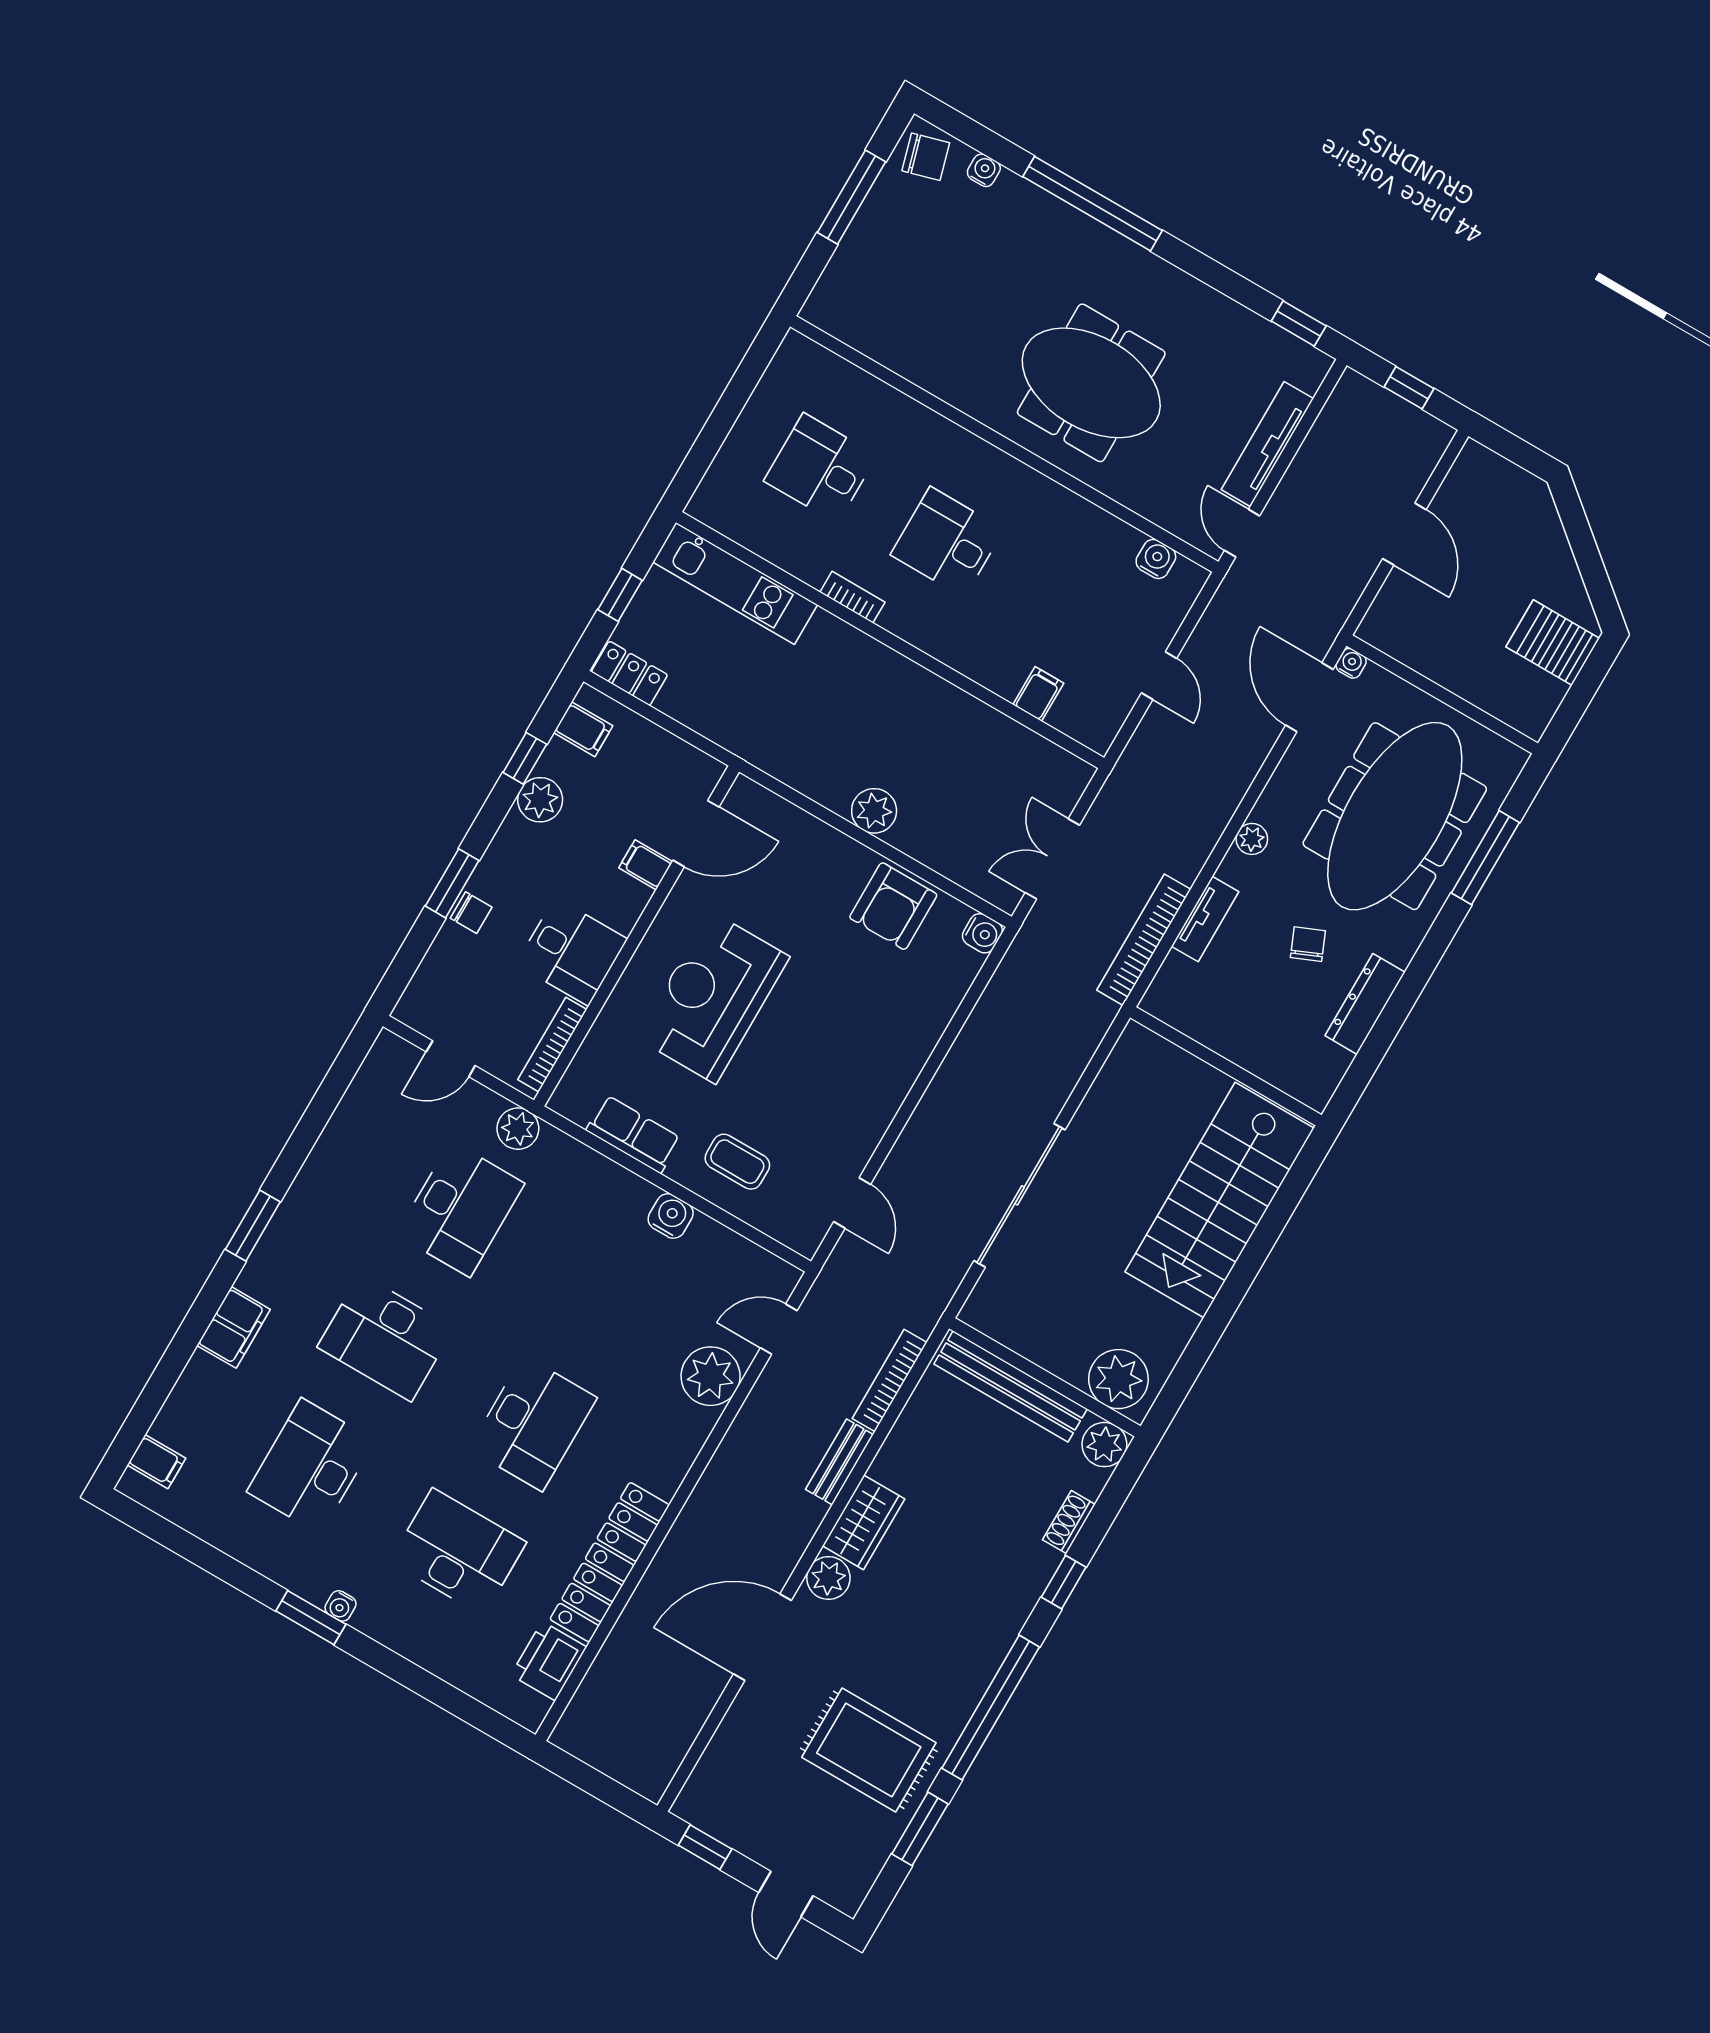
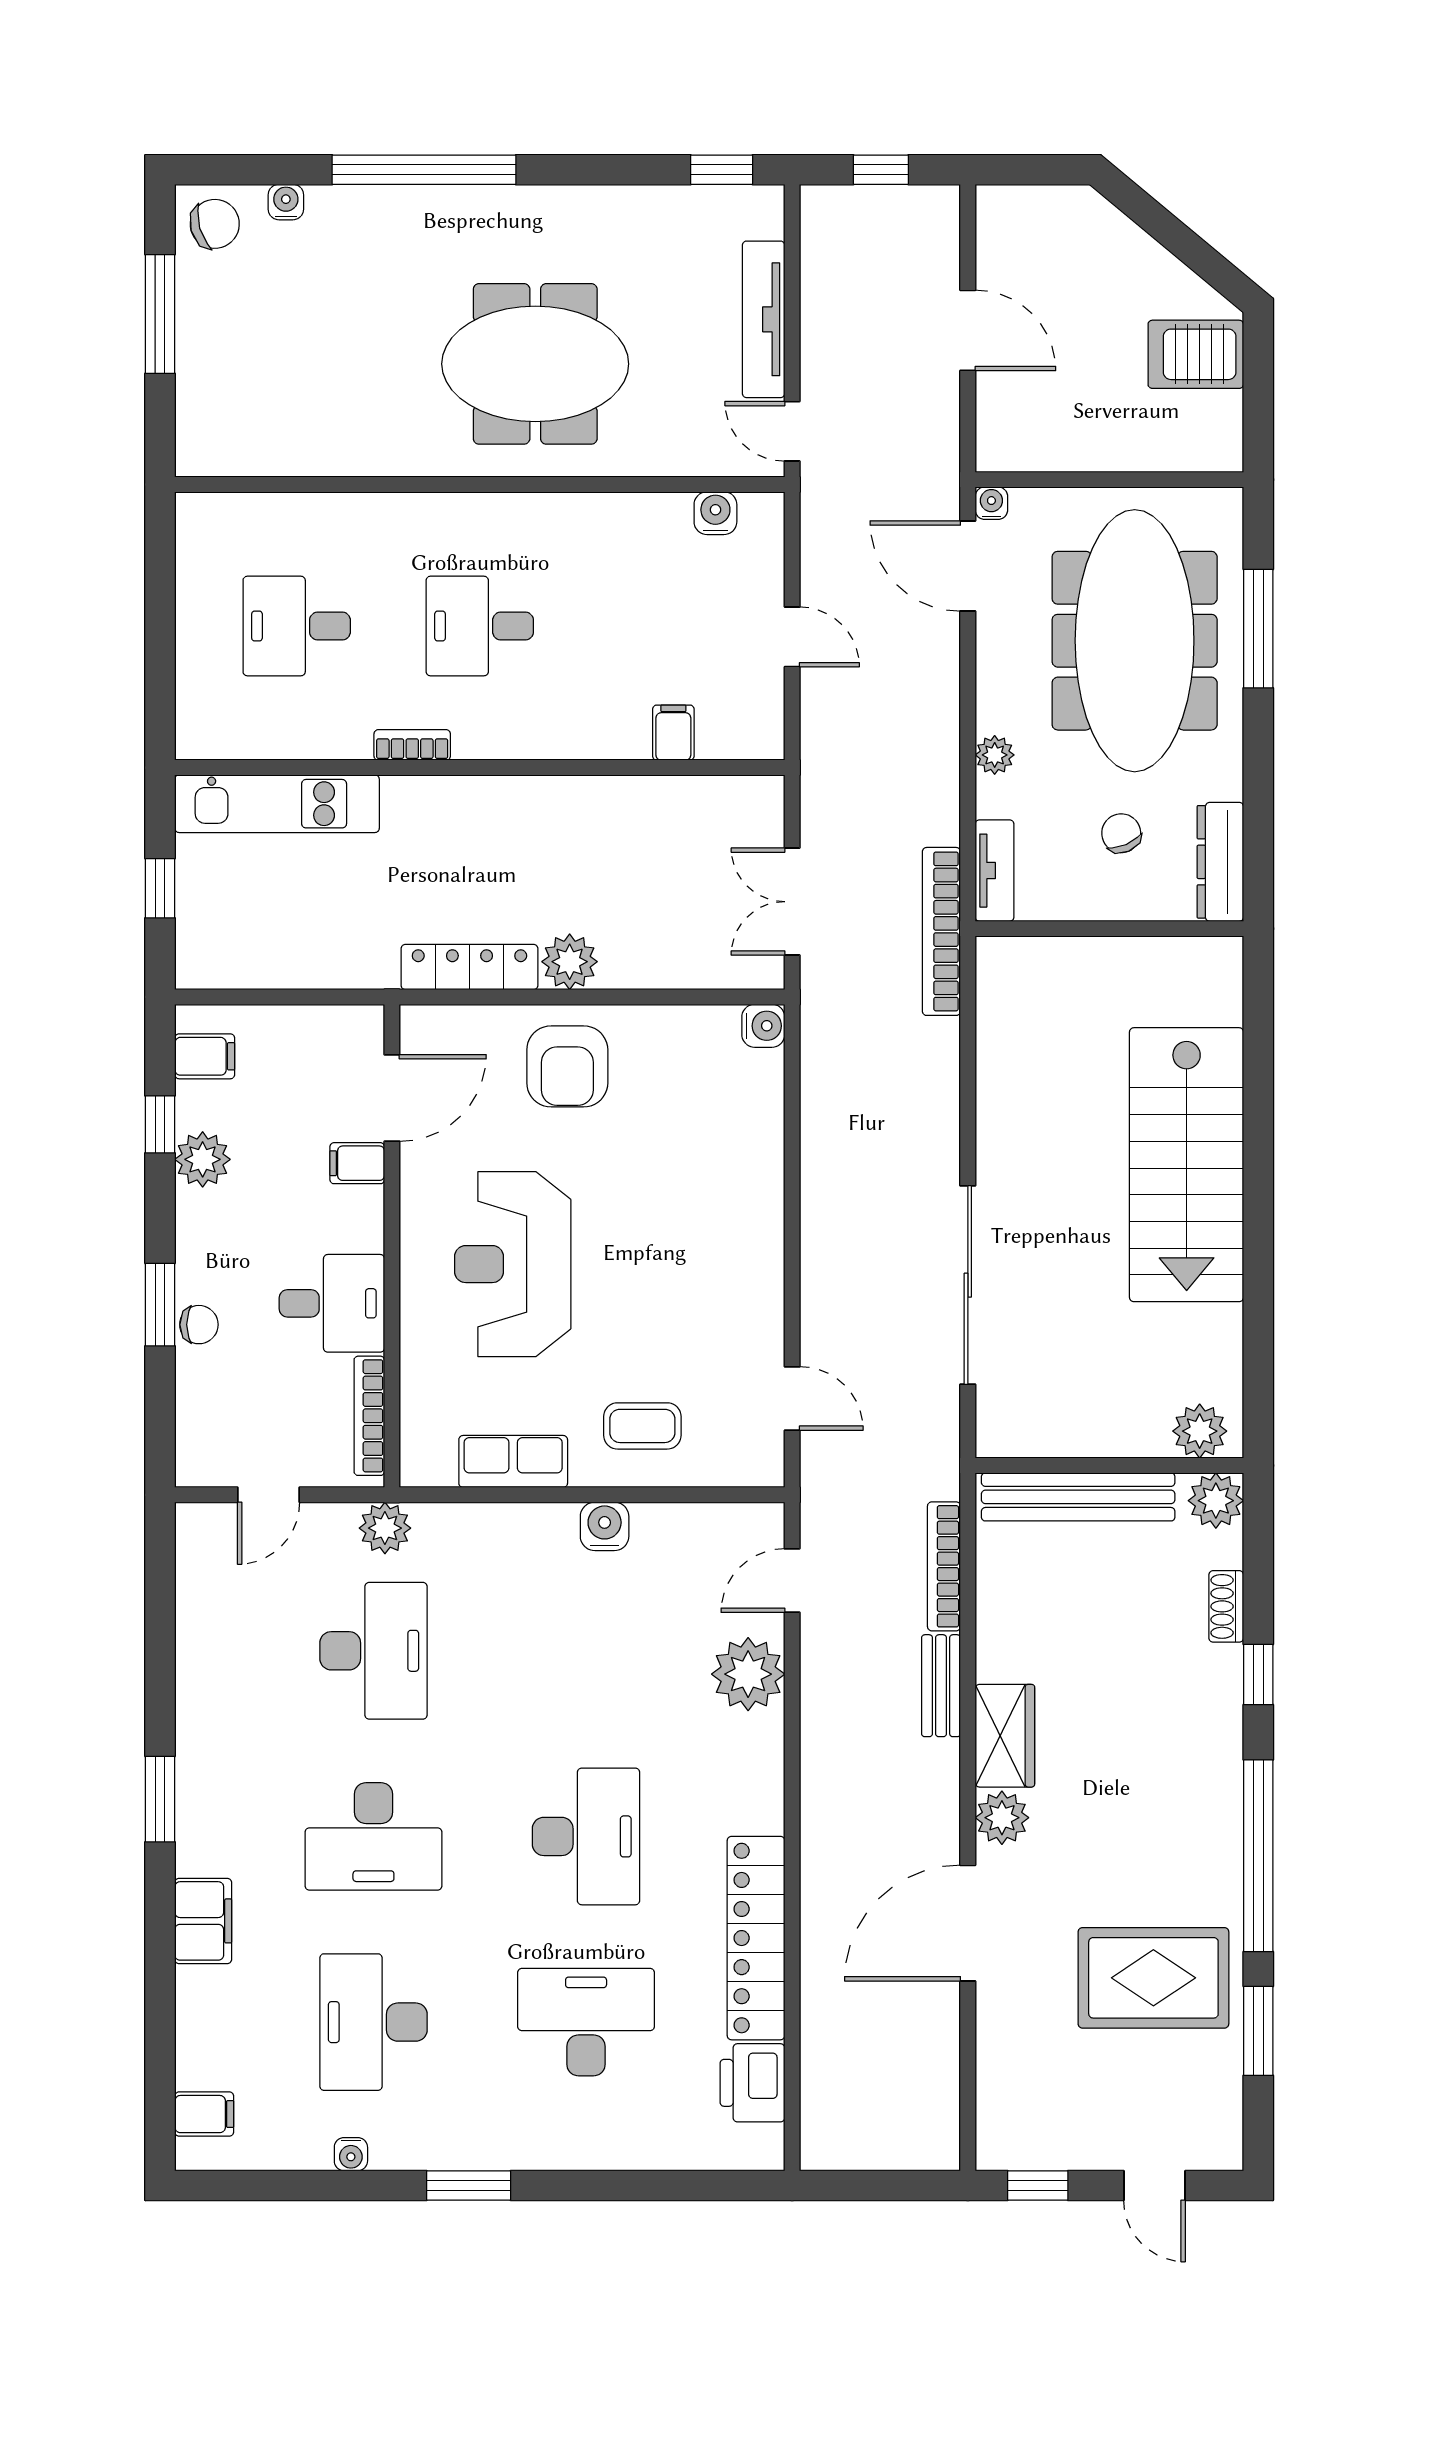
locker: (629, 673) -> (469, 967), moved, width x1.53
armchair: (893, 906) -> (567, 1066), moved
wall: (1226, 1066) -> (1109, 929), moved
plant: (1118, 1379) -> (1200, 1431), width x0.73, depth x0.73
water cooler: (341, 1606) -> (351, 2154), moved

